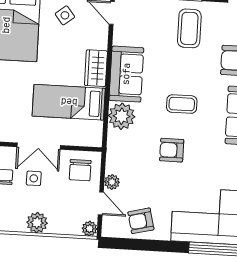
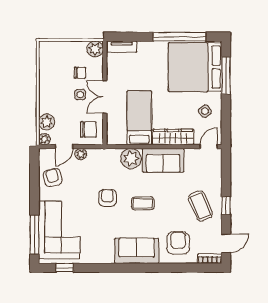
coffee table: (189, 28) -> (200, 206), turned 66
wardrobe: (96, 68) -> (173, 137), width x1.50
coffee table: (182, 104) -> (143, 203), turned 90
chair: (80, 170) -> (88, 129), turned 180
plant: (37, 223) -> (47, 122), moved

